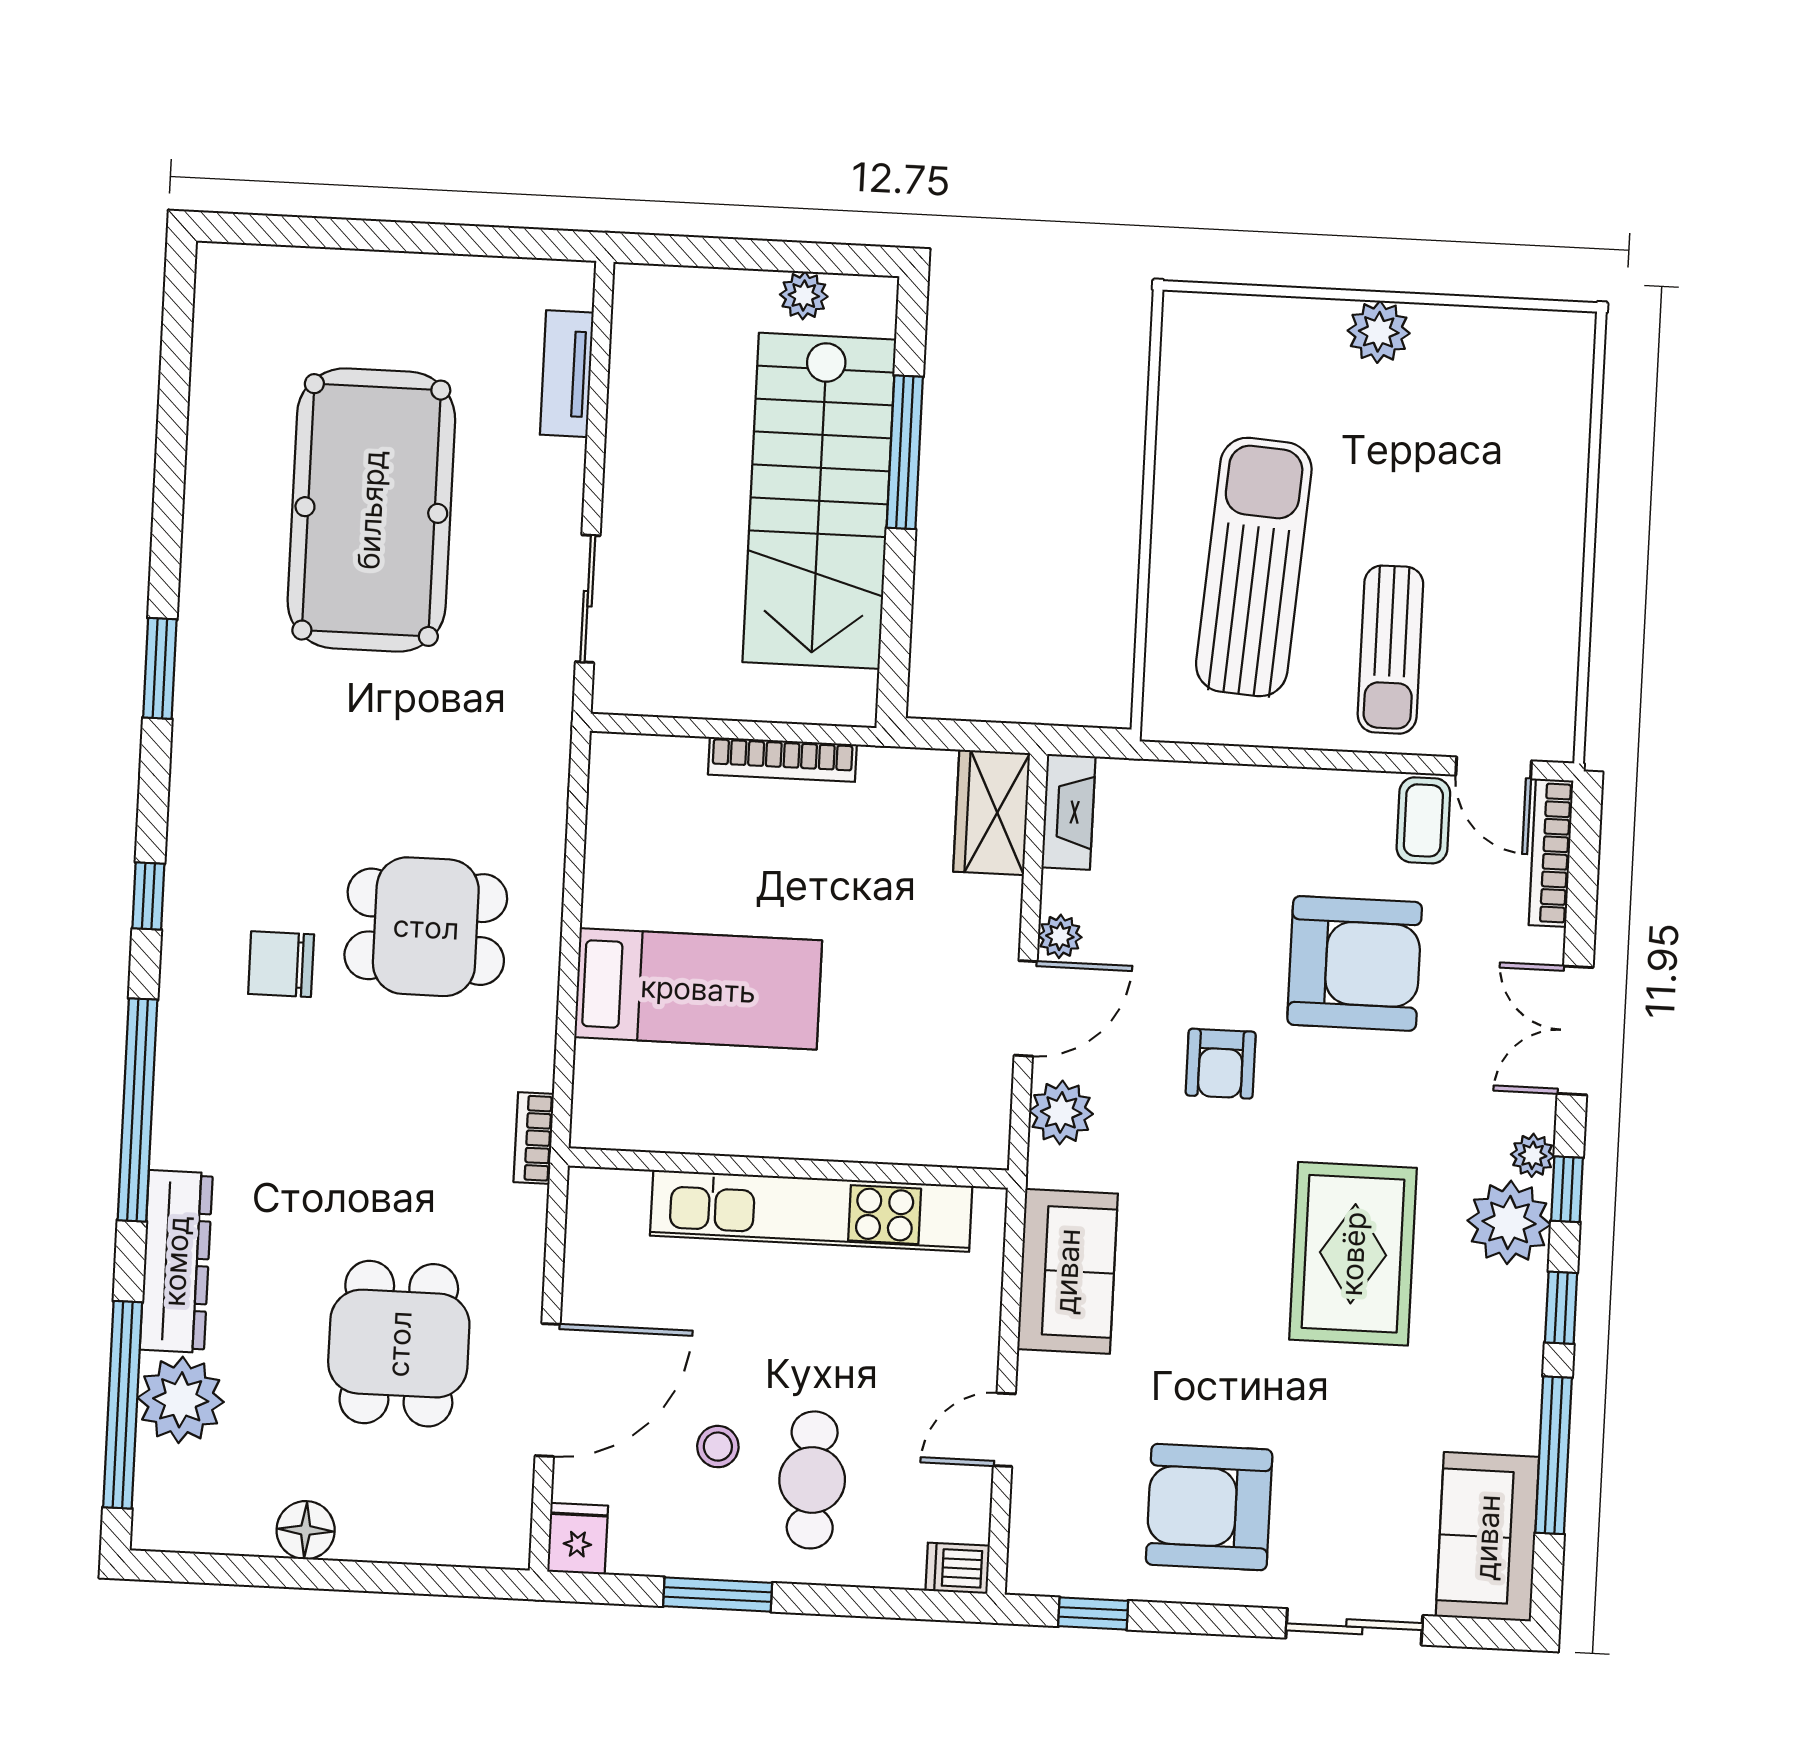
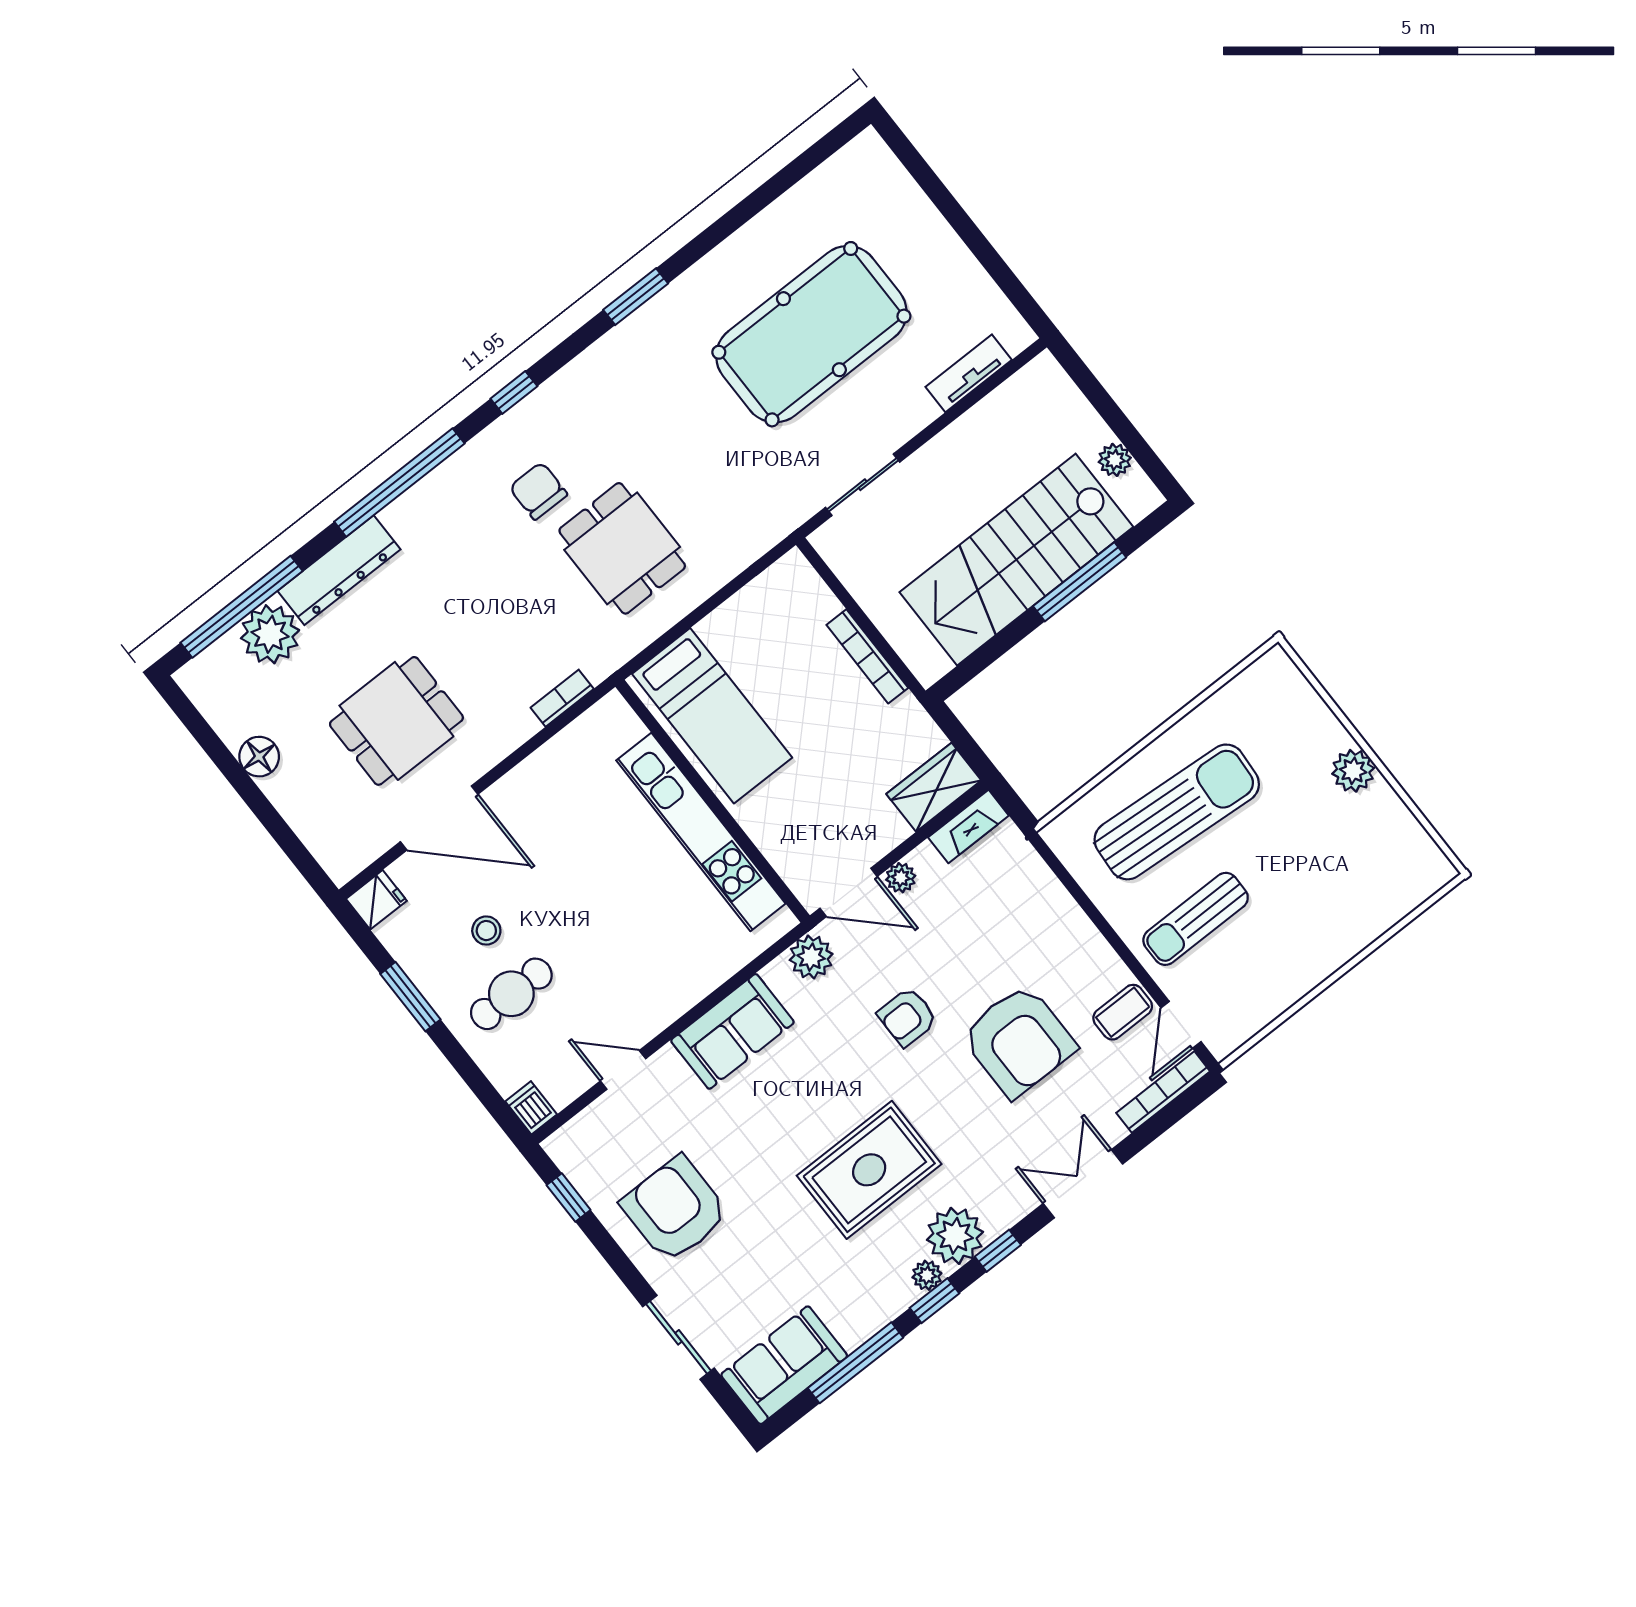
plant: (1533, 1155) -> (927, 1275), moved
wall: (788, 1168) -> (713, 801), moved
kitchen unit: (811, 1211) -> (701, 832), moved

